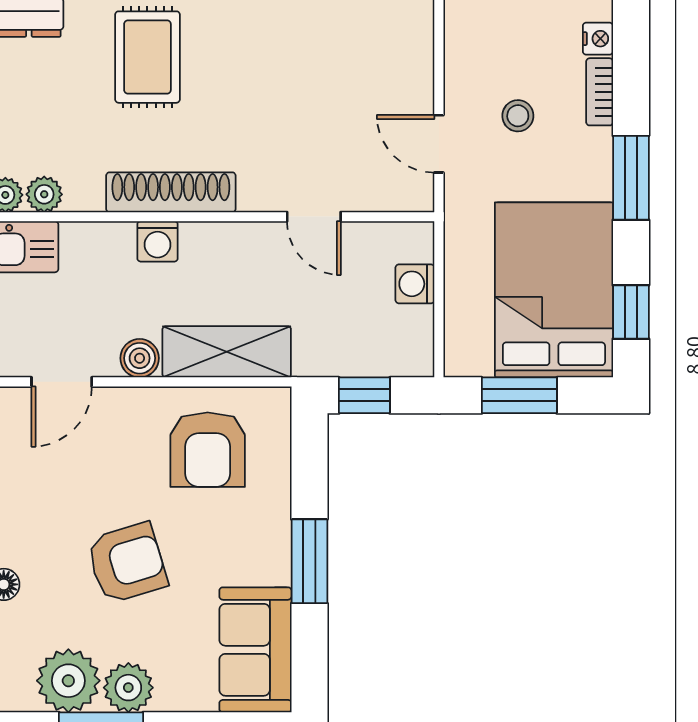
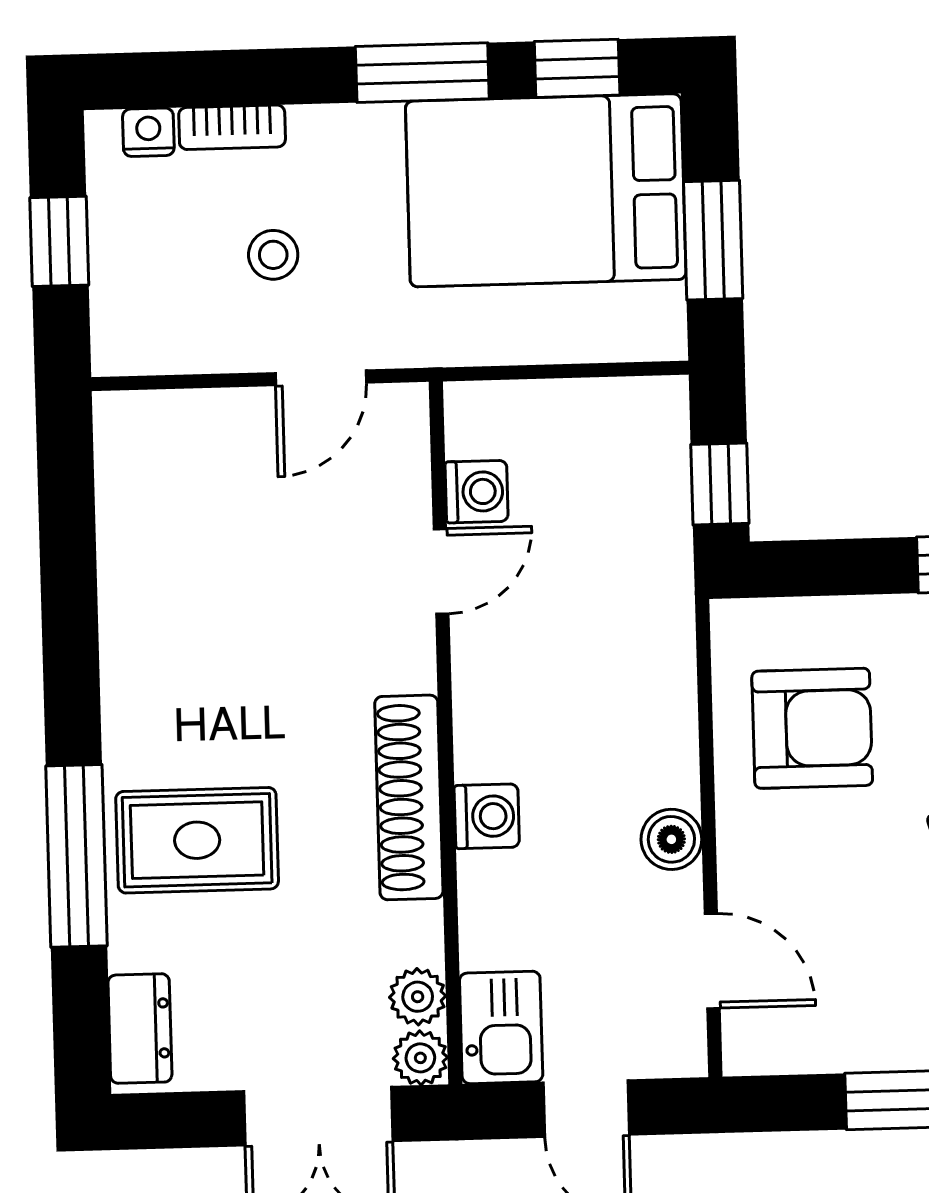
window: (631, 178) -> (422, 73), moved
washing machine: (415, 284) -> (477, 492), moved, turned -90
shelving: (227, 352) -> (657, 703), removed

